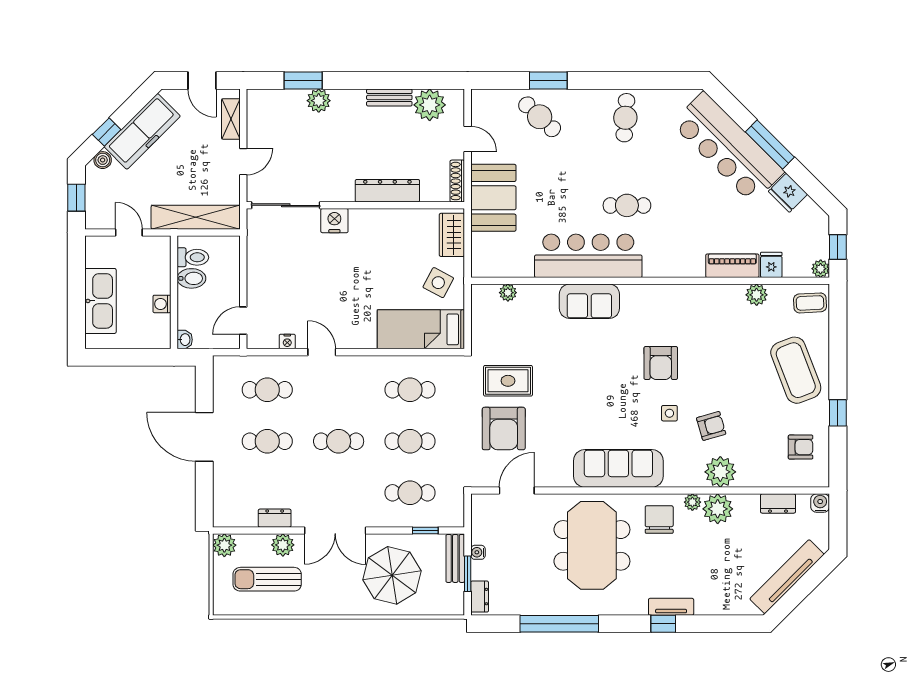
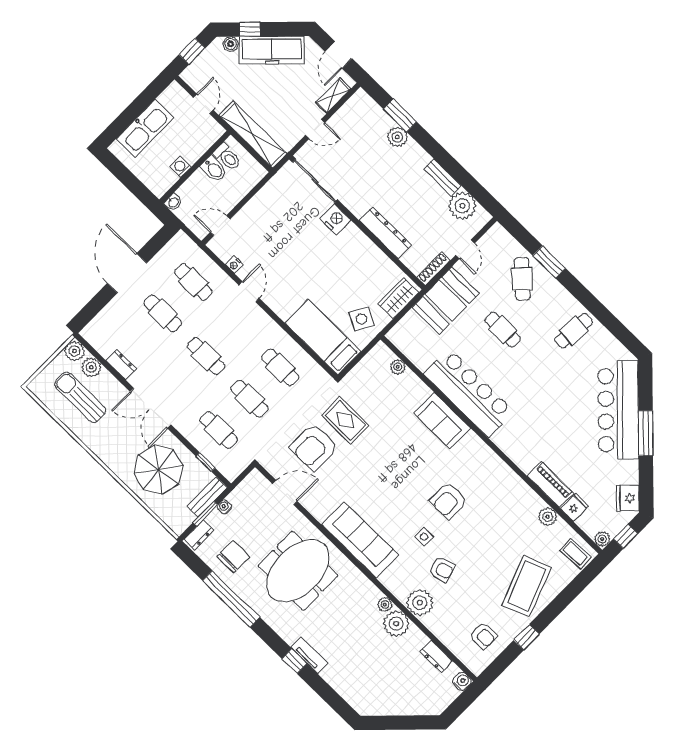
fridge: (788, 193) -> (628, 498), moved
cafe table: (627, 205) -> (503, 330), moved
chair: (659, 520) -> (233, 557), moved
plant: (283, 545) -> (91, 367), moved
tv unit: (787, 577) -> (398, 706), removed

